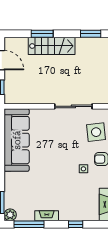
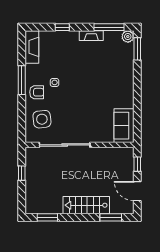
window: (42, 34) -> (111, 217), moved
sliding door: (73, 106) -> (65, 145), width x1.36
sofa: (17, 140) -> (124, 126), width x0.54, depth x0.79

